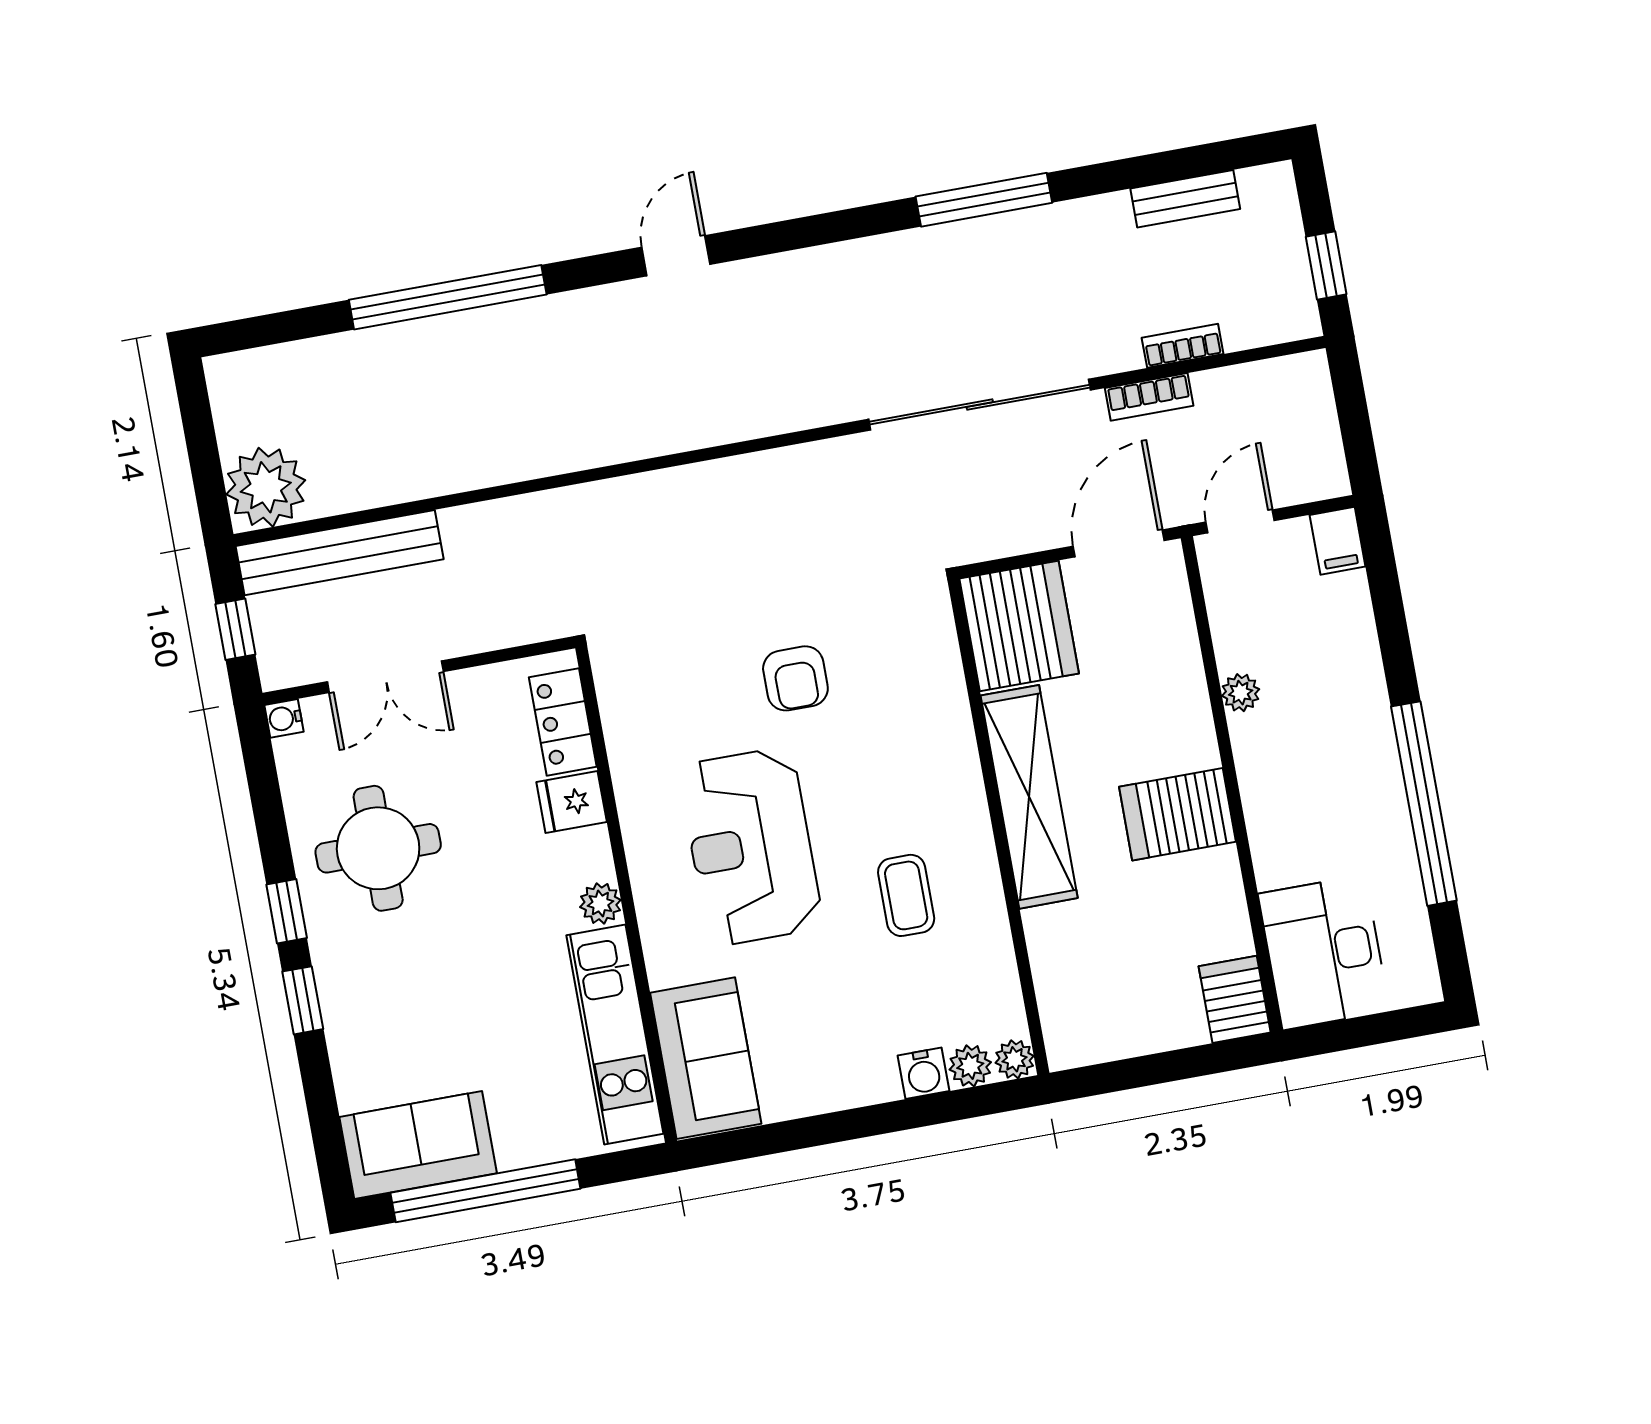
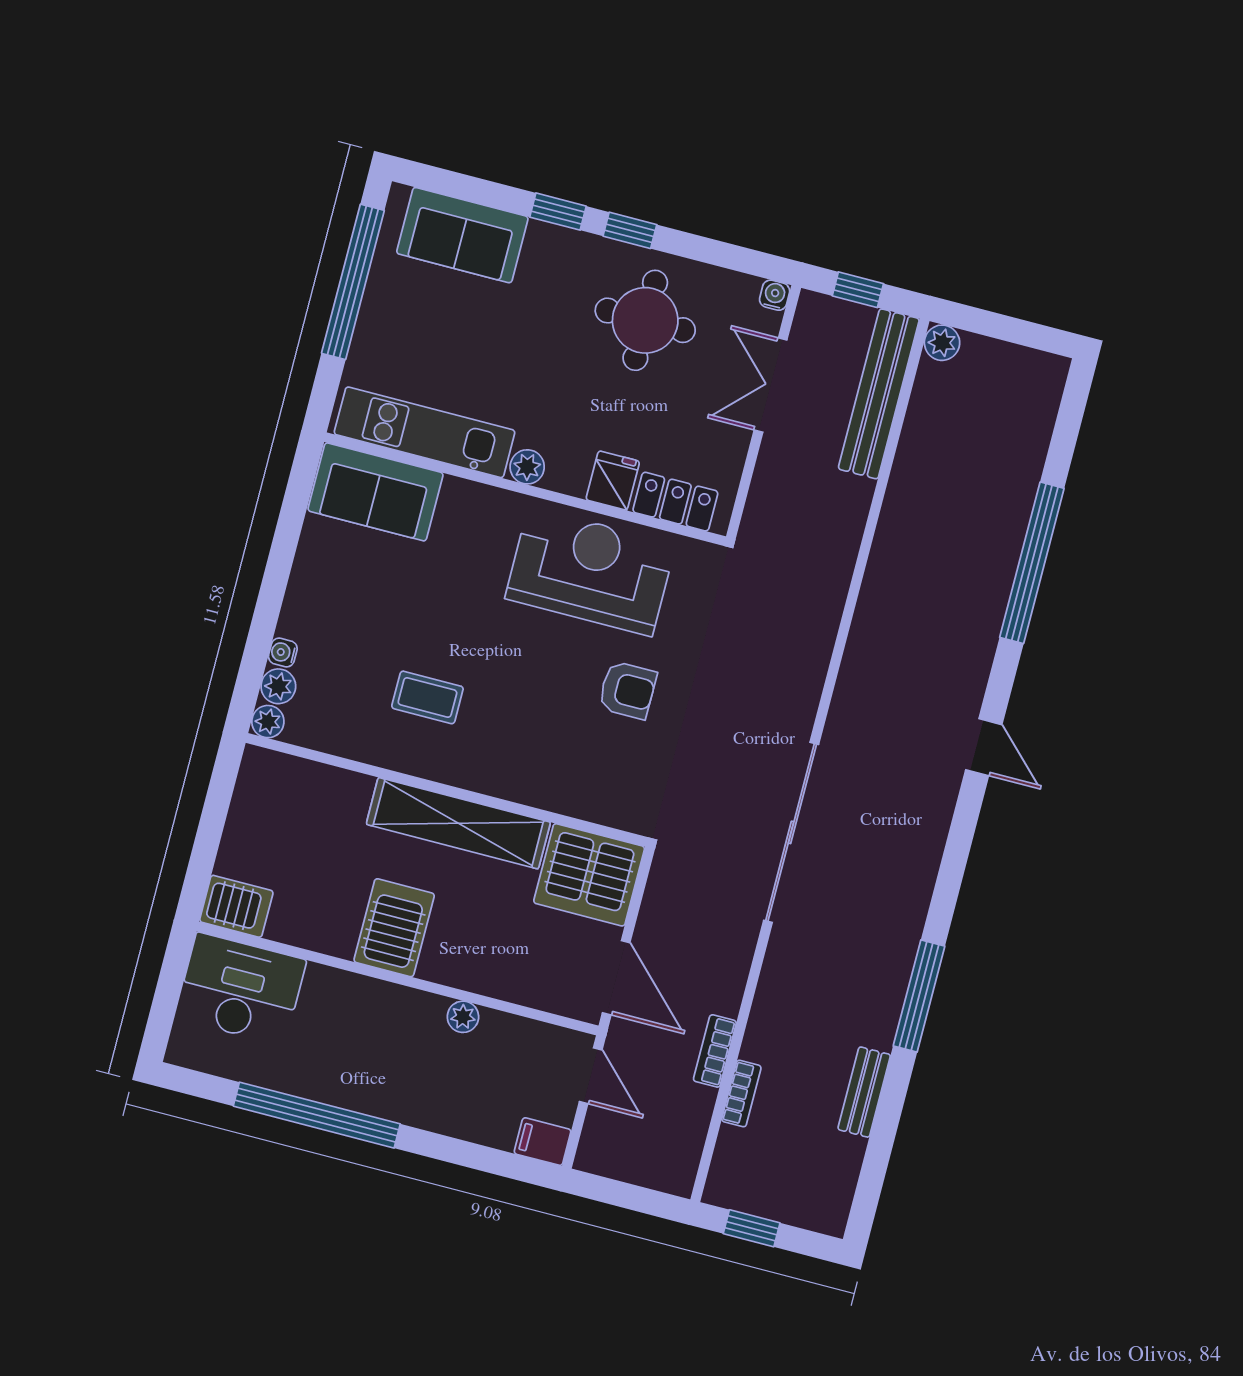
bench: (1185, 199) -> (864, 1092), moved
sliding door: (980, 405) -> (791, 832), moved
plant: (266, 487) -> (942, 343), width x0.53, depth x0.53
armchair: (795, 678) -> (627, 690), turned 180
reception desk: (751, 847) -> (590, 571), moved
water cooler: (923, 1073) -> (283, 652), width x0.72, depth x0.72
sofa: (418, 1145) -> (462, 235), moved, turned 90

